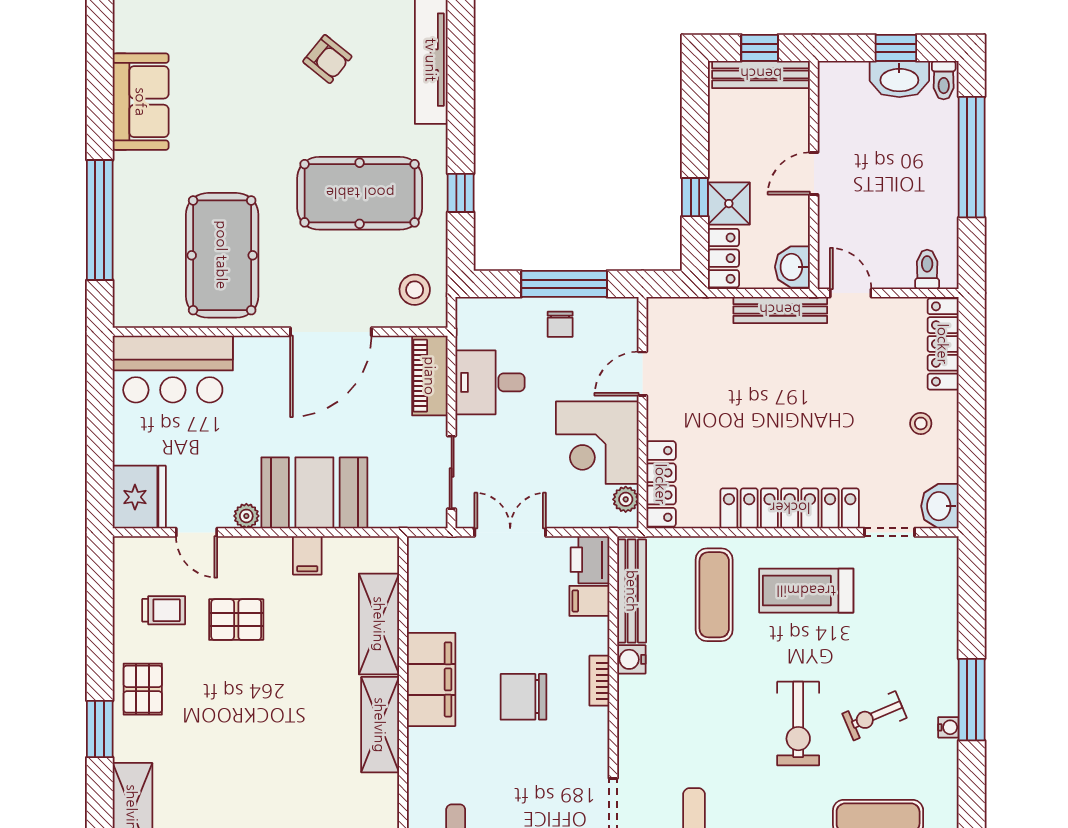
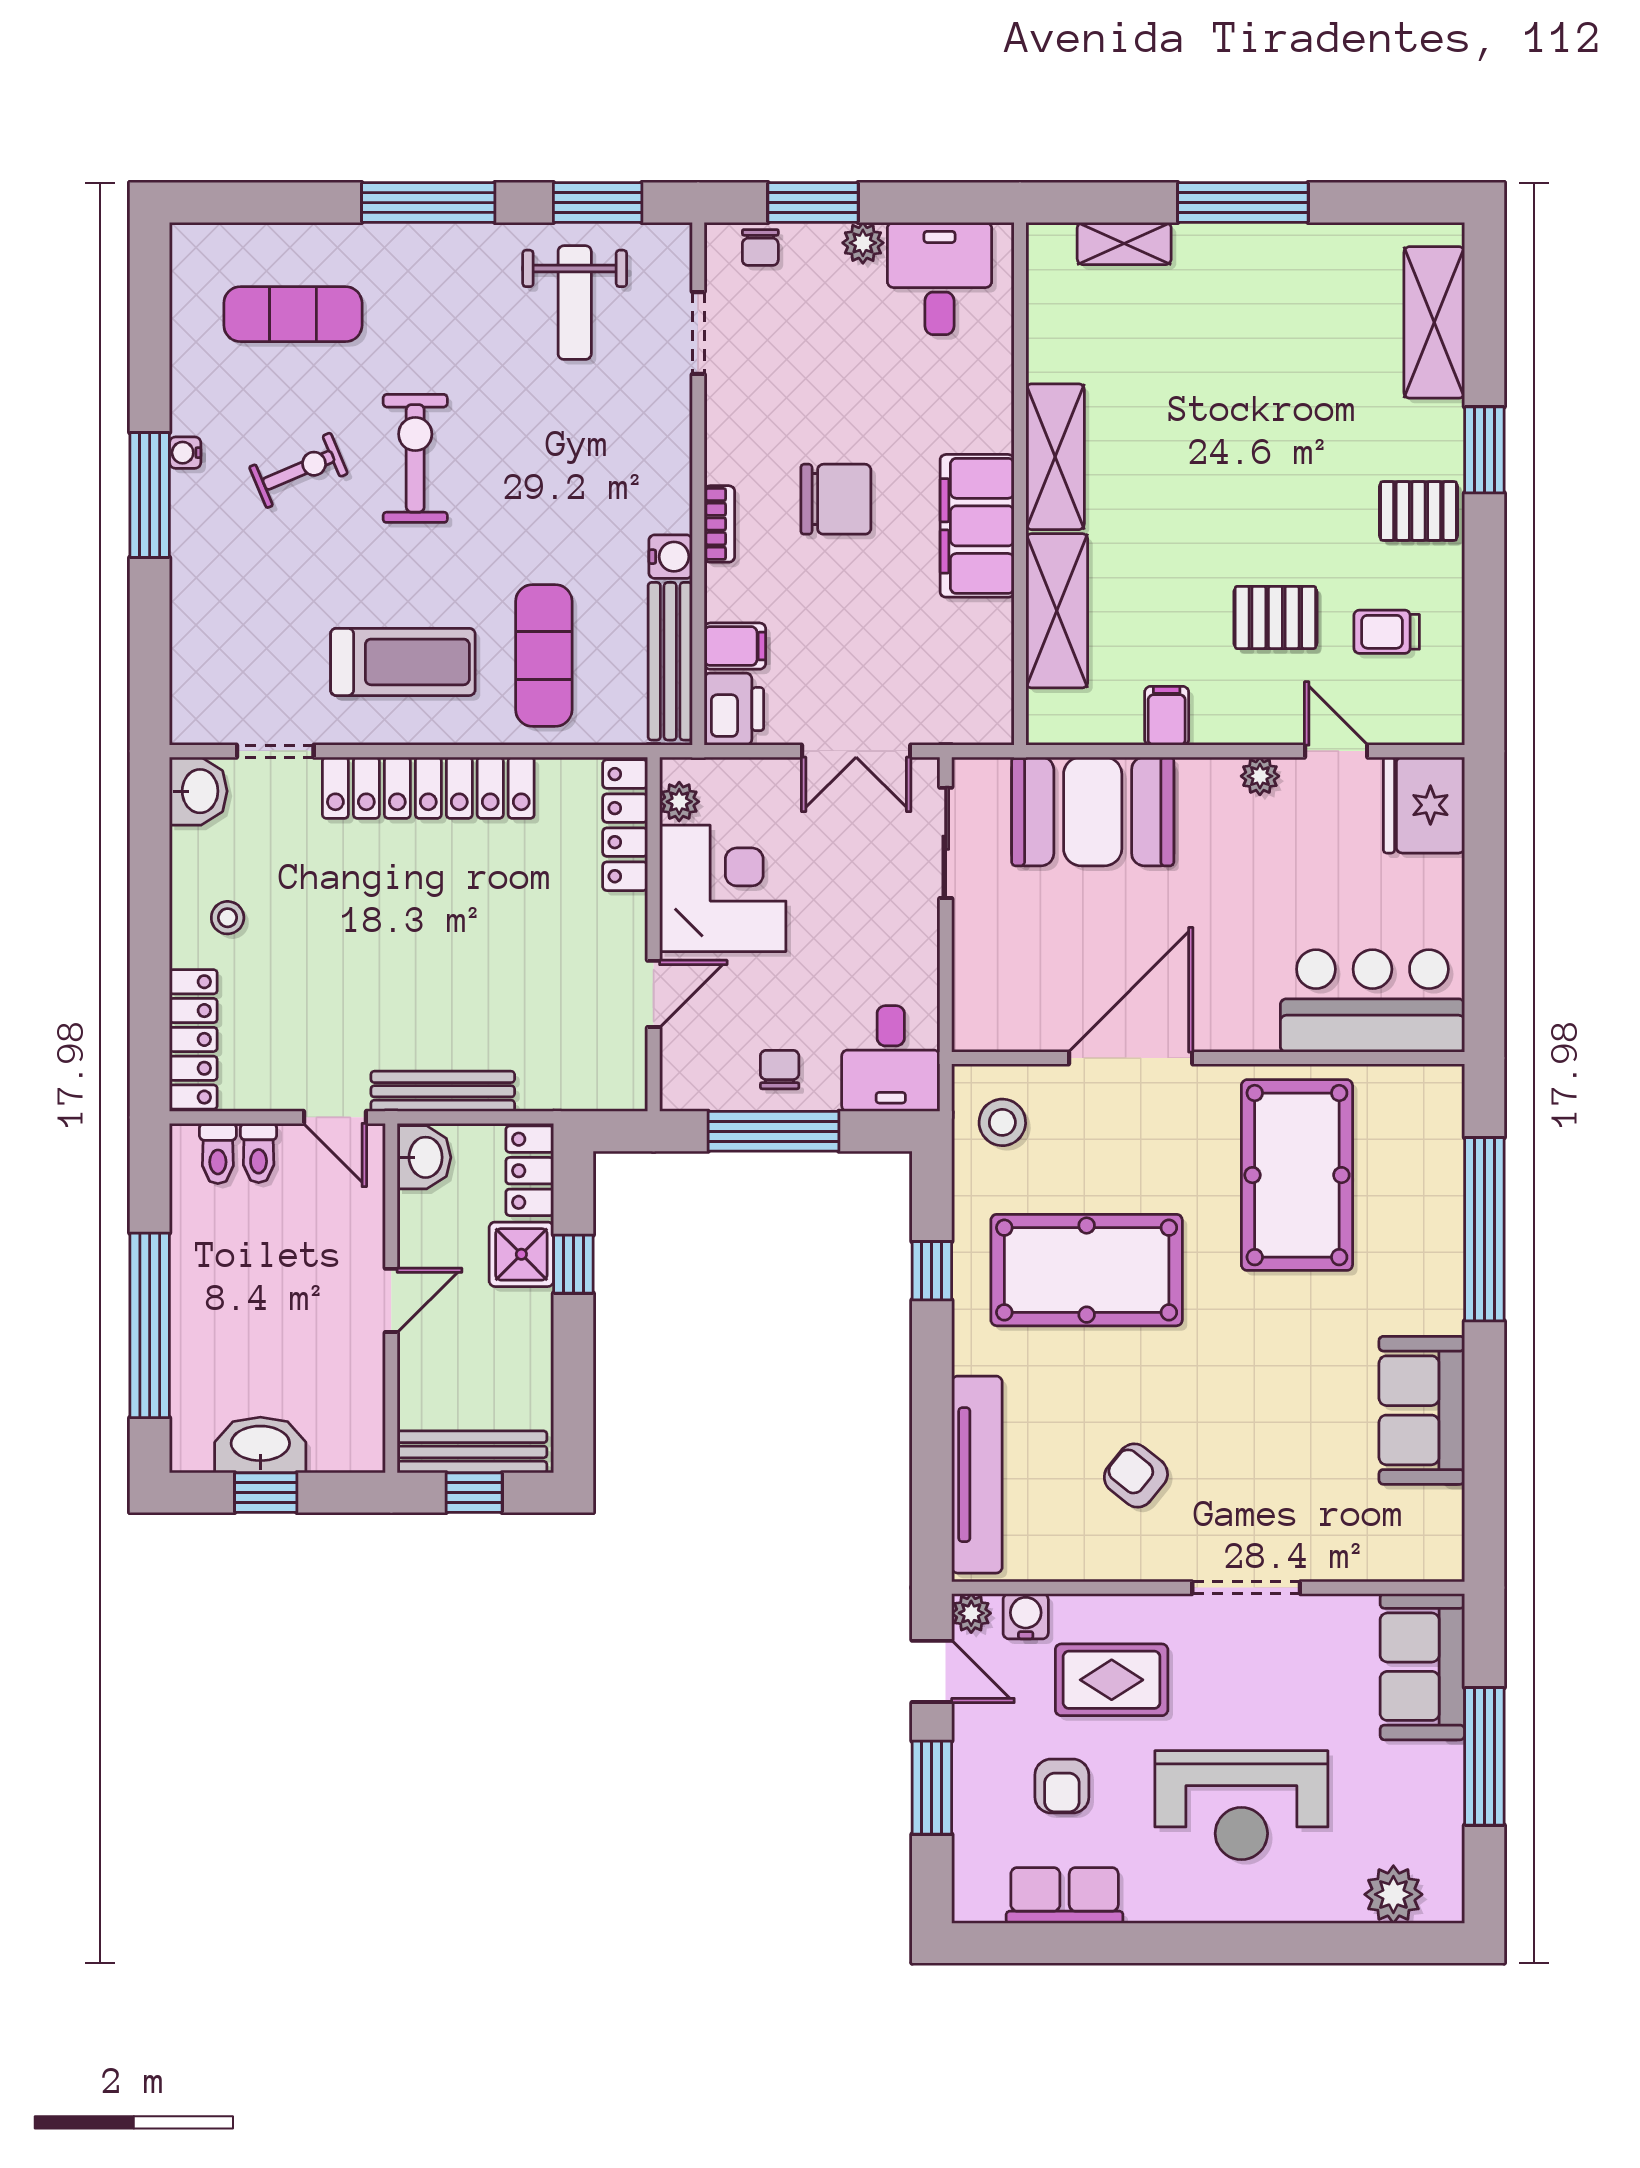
toilet: (944, 80) -> (259, 1153), moved, turned 180
piano: (430, 376) -> (979, 991), removed
desk: (490, 382) -> (891, 1059), moved, turned 90
booth: (314, 493) -> (1093, 811), moved
pallet: (143, 689) -> (1418, 511), turned 90

